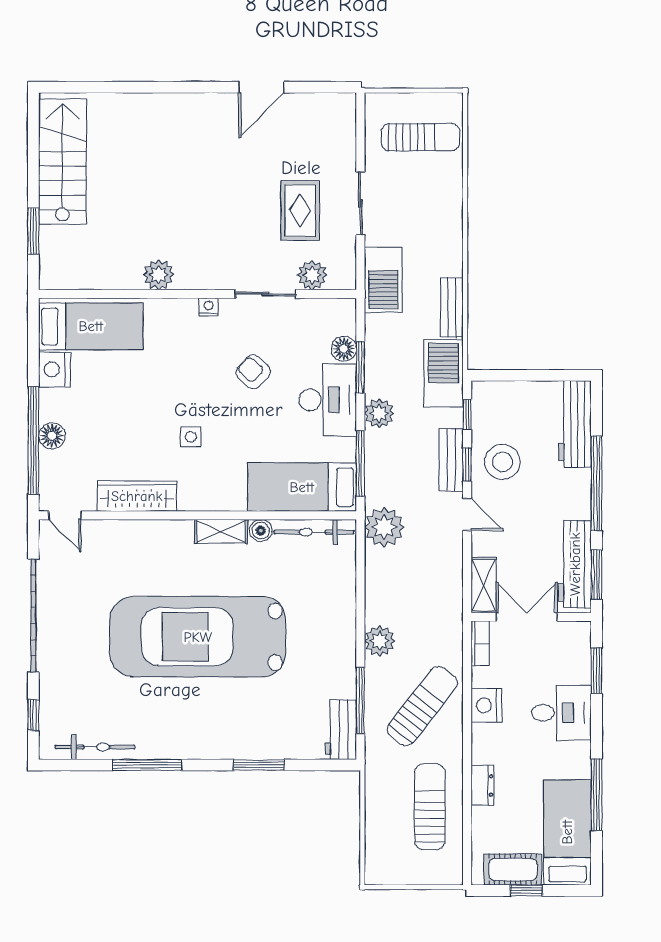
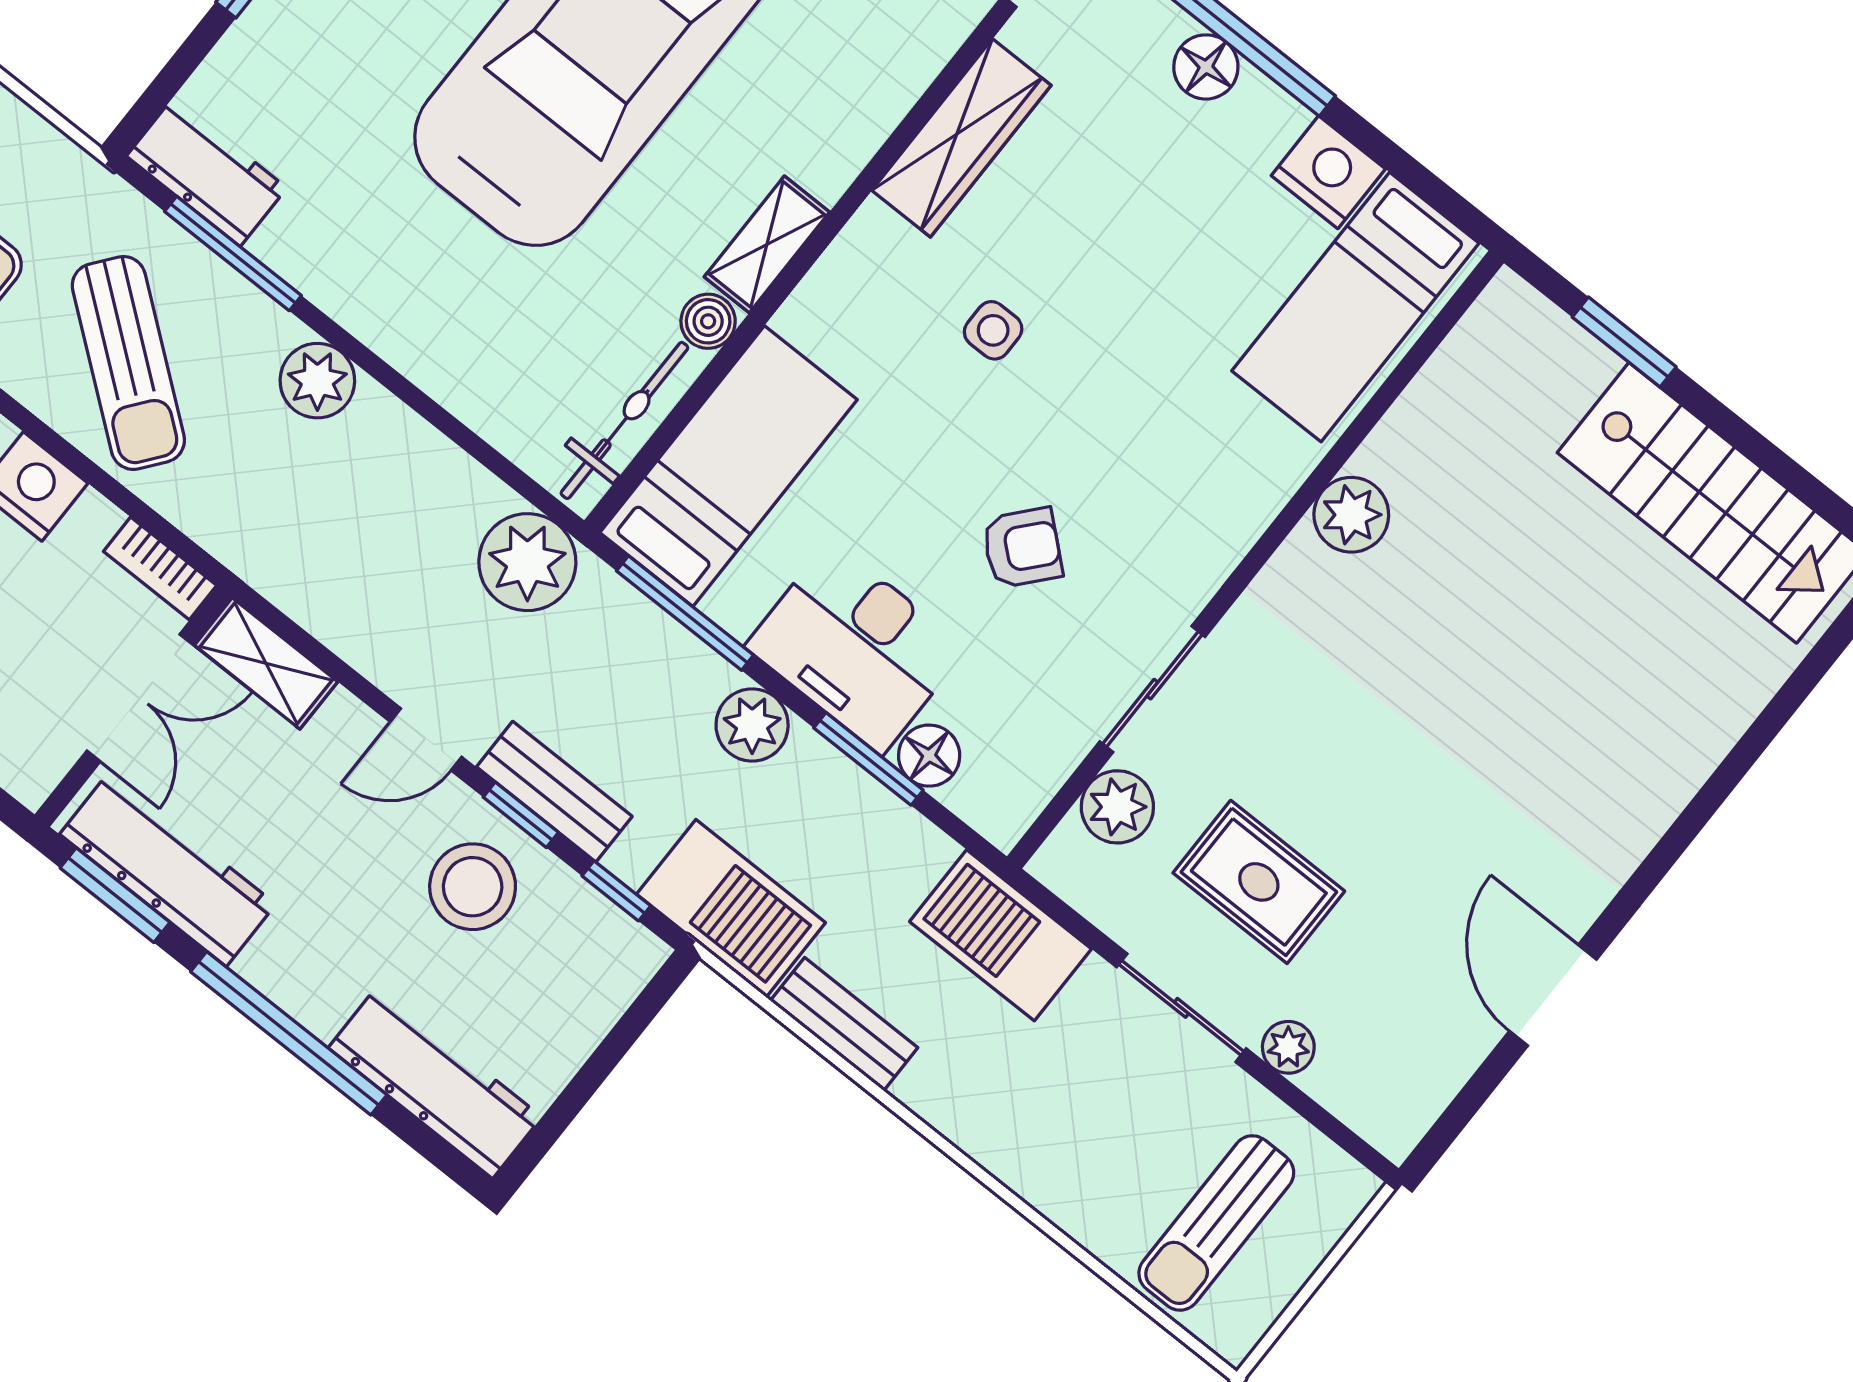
plant: (346, 159) -> (1288, 1047), added
nightstand: (209, 307) -> (1214, 561), removed

